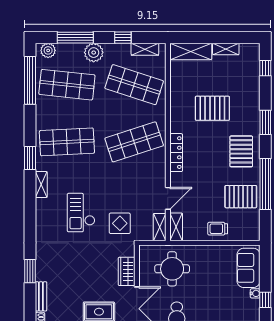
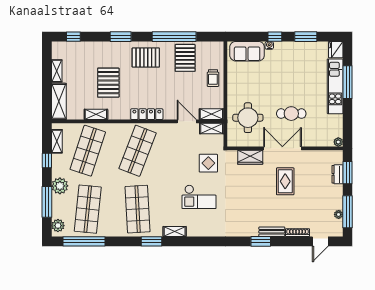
shelving: (176, 94) -> (96, 114), added
shop shelf: (134, 142) -> (138, 151), turned 39
window: (30, 271) -> (261, 241), moved

